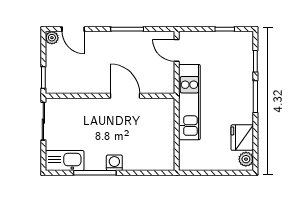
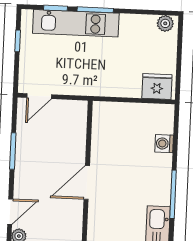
door: (125, 96) -> (87, 183), moved
kitchen unit: (189, 102) -> (76, 23), moved, turned 180
fridge: (242, 138) -> (157, 86), moved, turned 180
washing machine: (114, 163) -> (164, 144), moved

